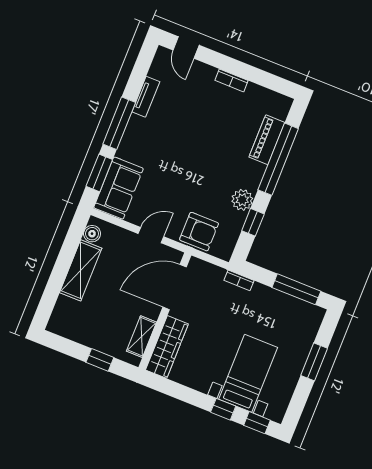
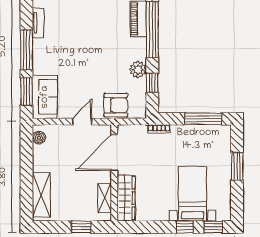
shelving: (81, 270) -> (41, 195), moved

